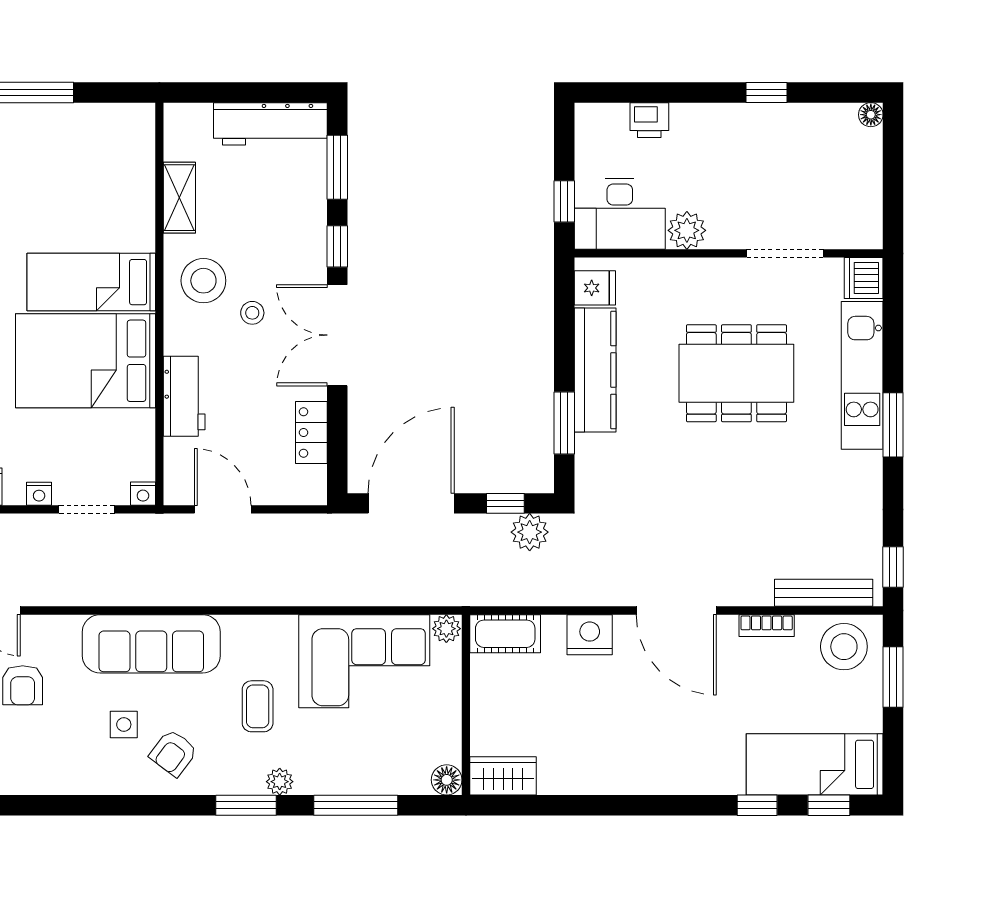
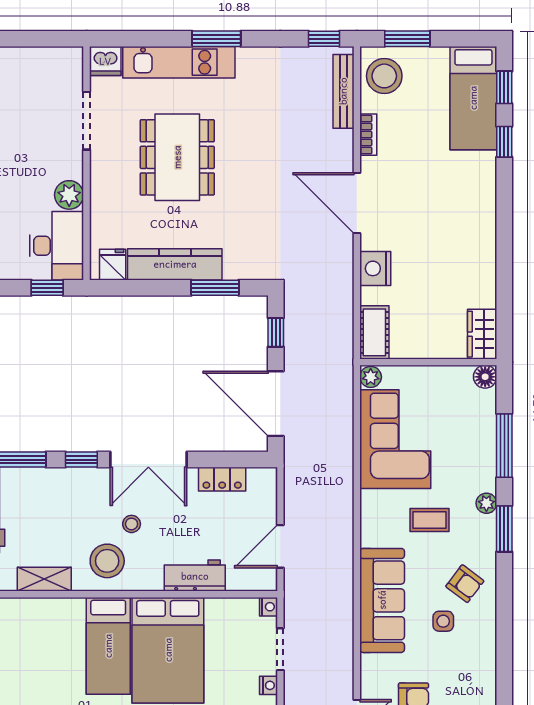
plant: (530, 532) -> (298, 314), removed
door: (676, 611) -> (357, 203), swing flipped

